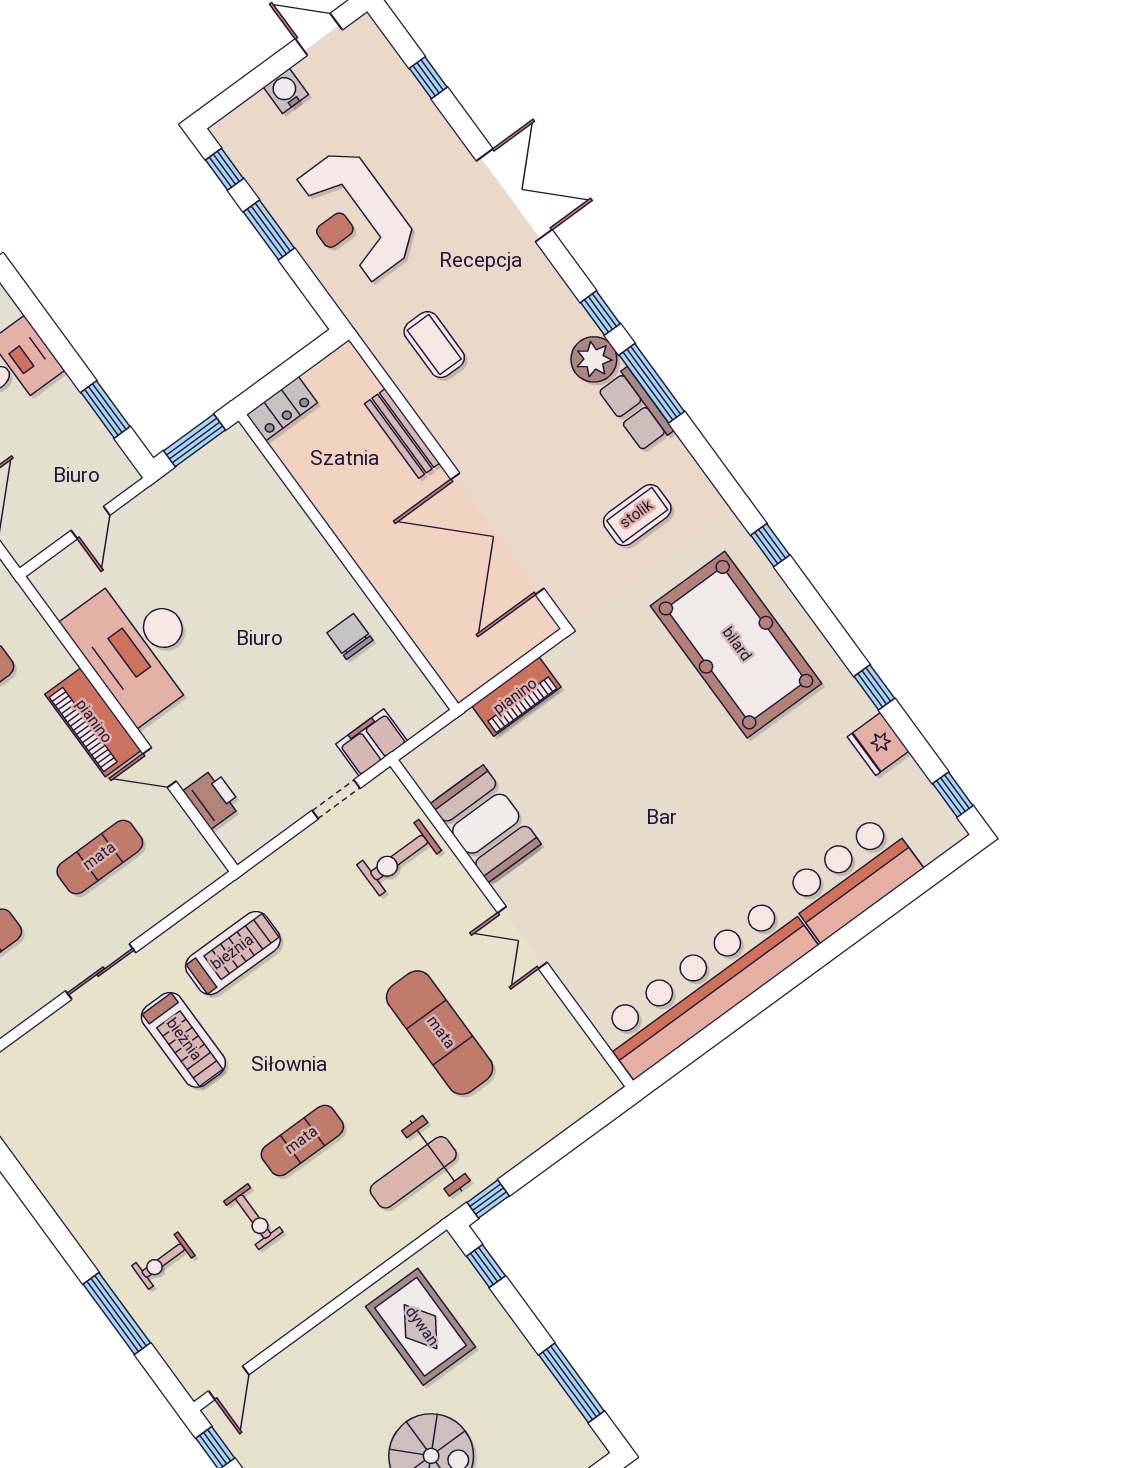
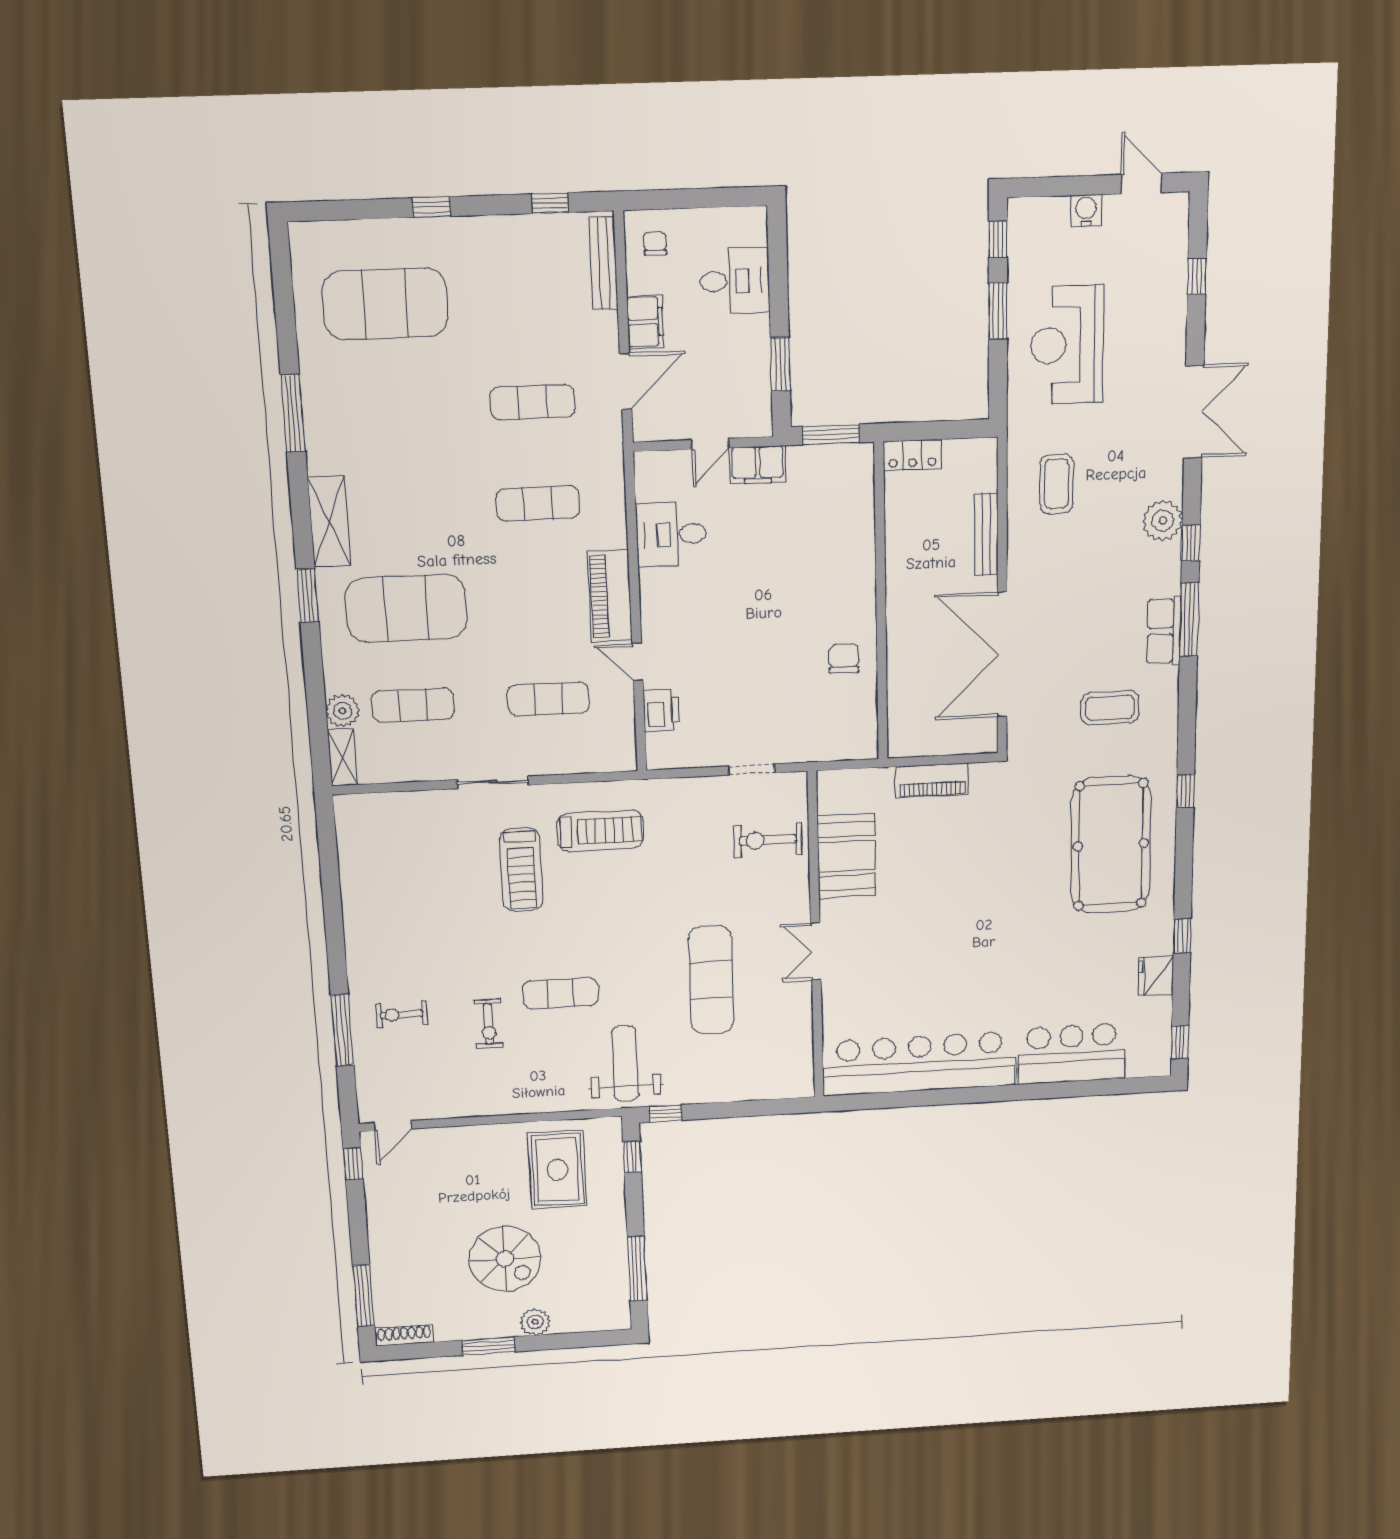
plant: (594, 359) -> (1163, 520), moved
desk: (138, 646) -> (671, 534), width x0.53, depth x0.77
filing cabinet: (372, 743) -> (758, 465), moved, turned 180
weight bench: (413, 1172) -> (625, 1063), turned 90

